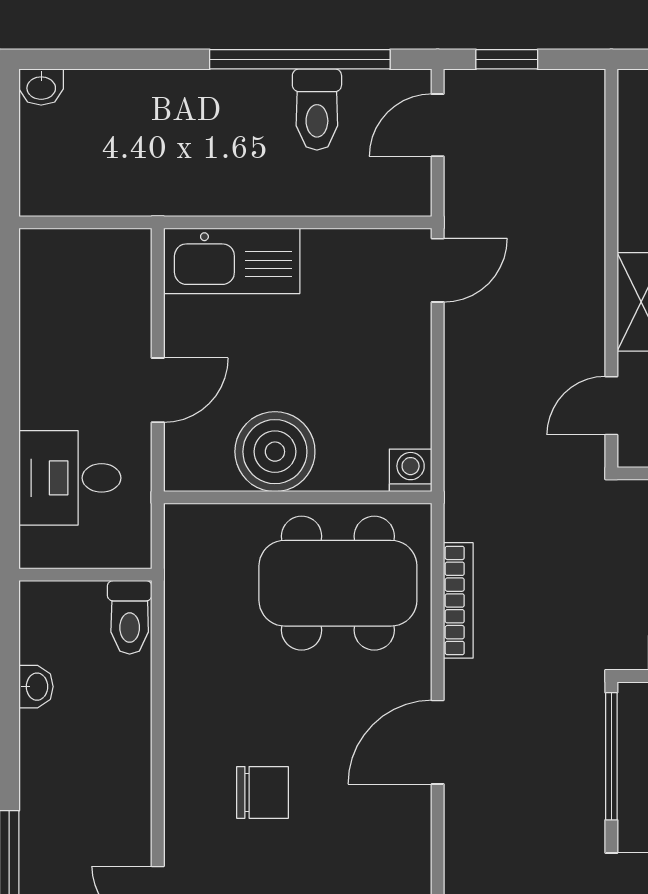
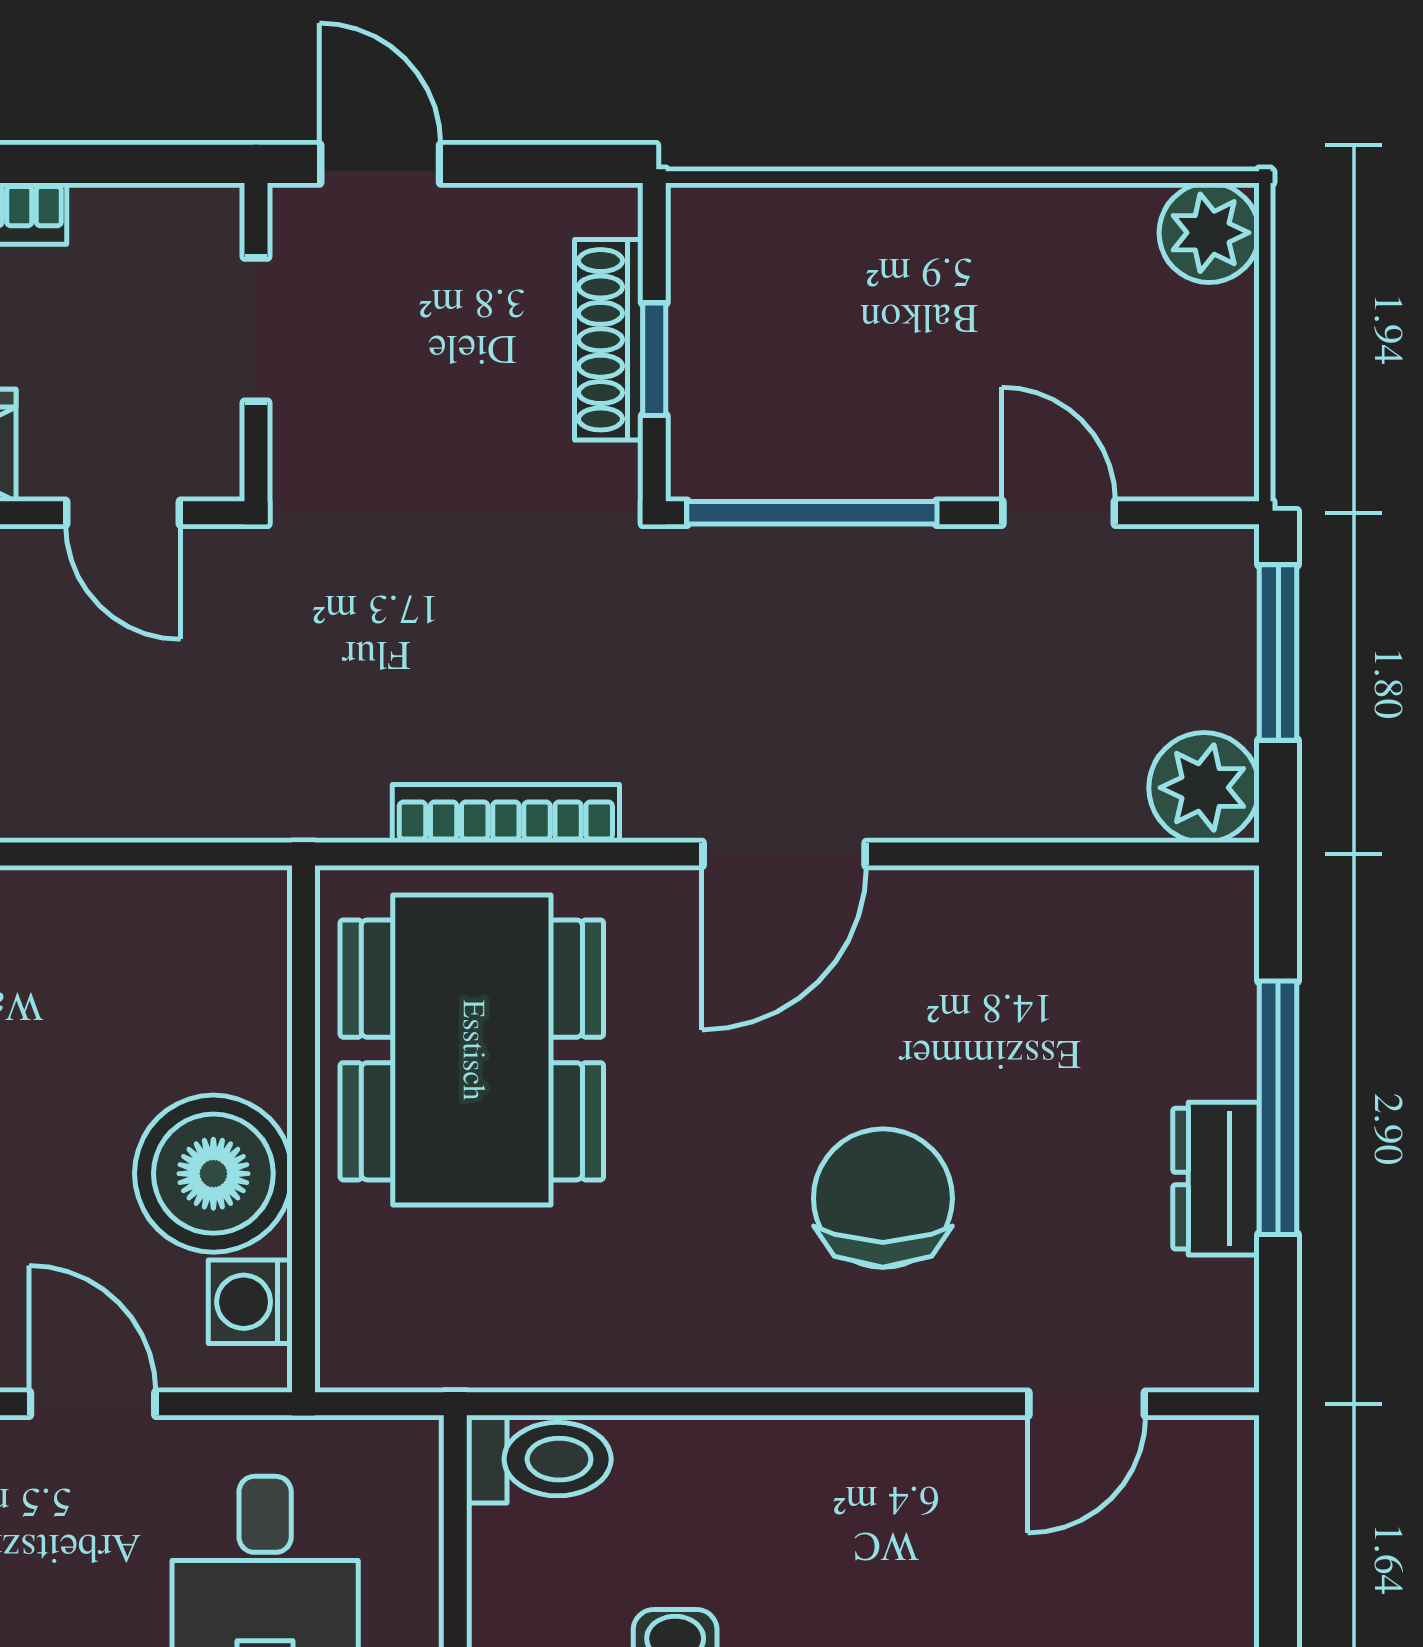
washing machine: (411, 470) -> (250, 1302), moved
door: (438, 742) -> (784, 854), hinge flipped
chair: (263, 792) -> (883, 1198), width x1.37, depth x1.37

